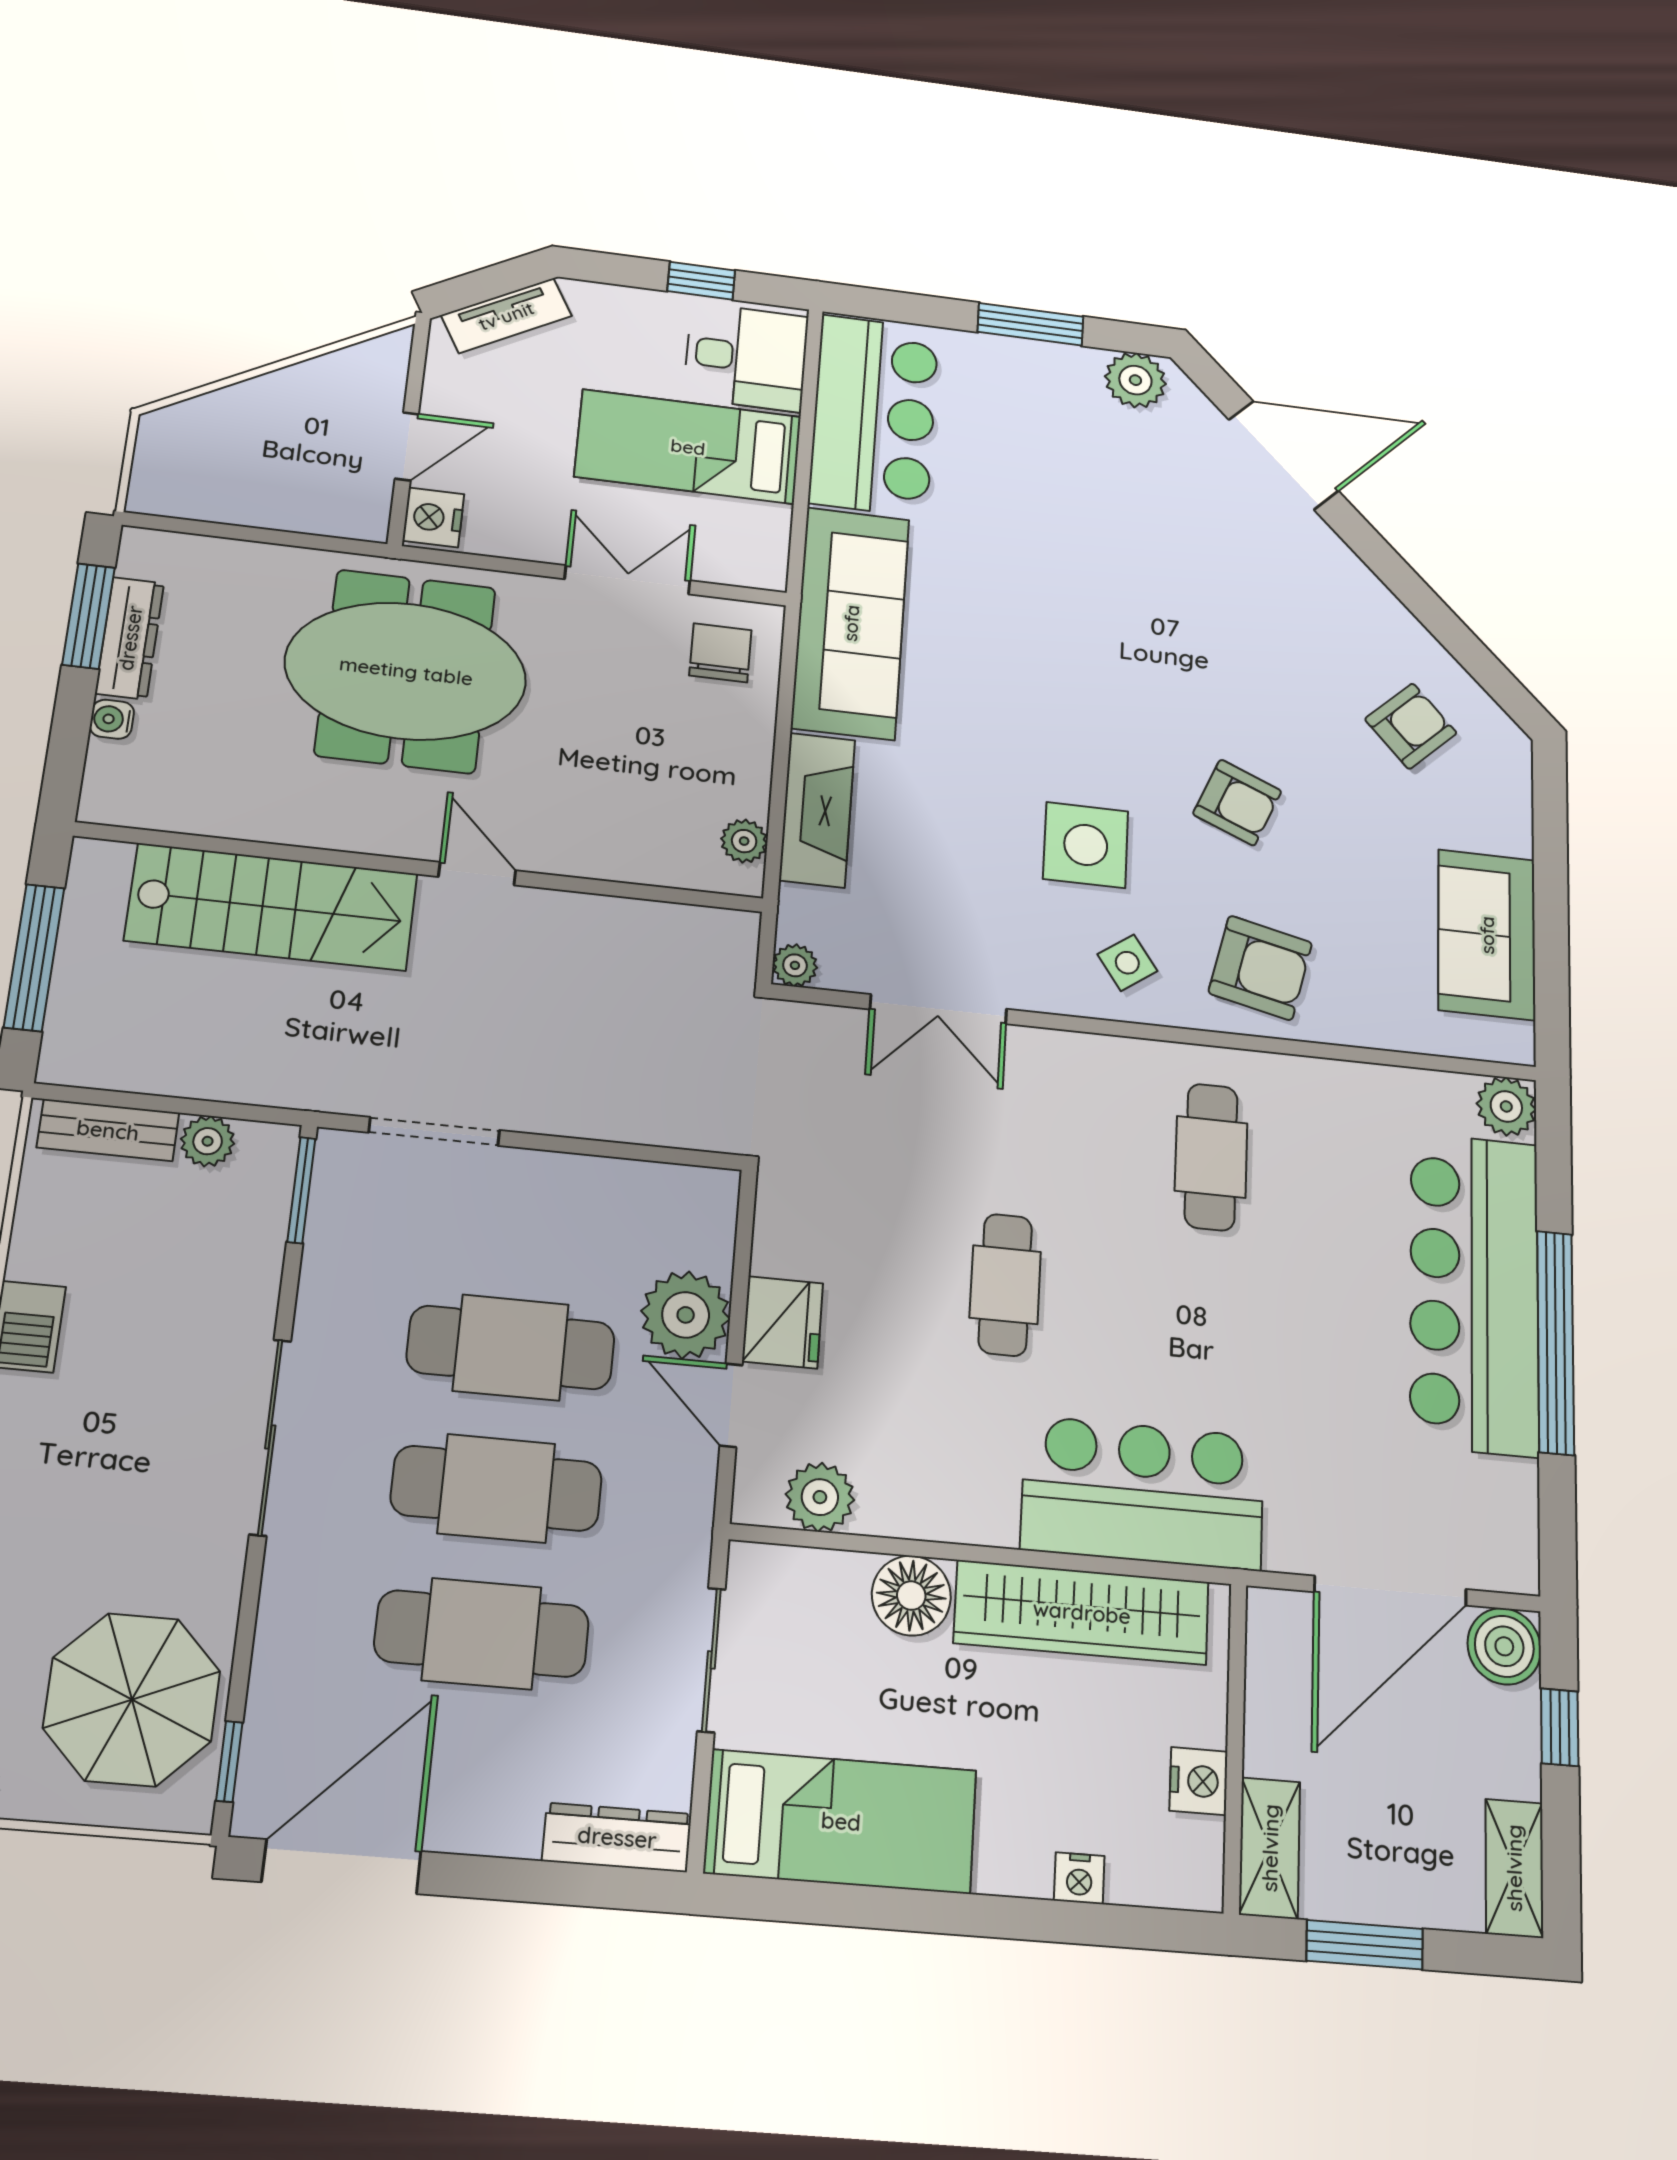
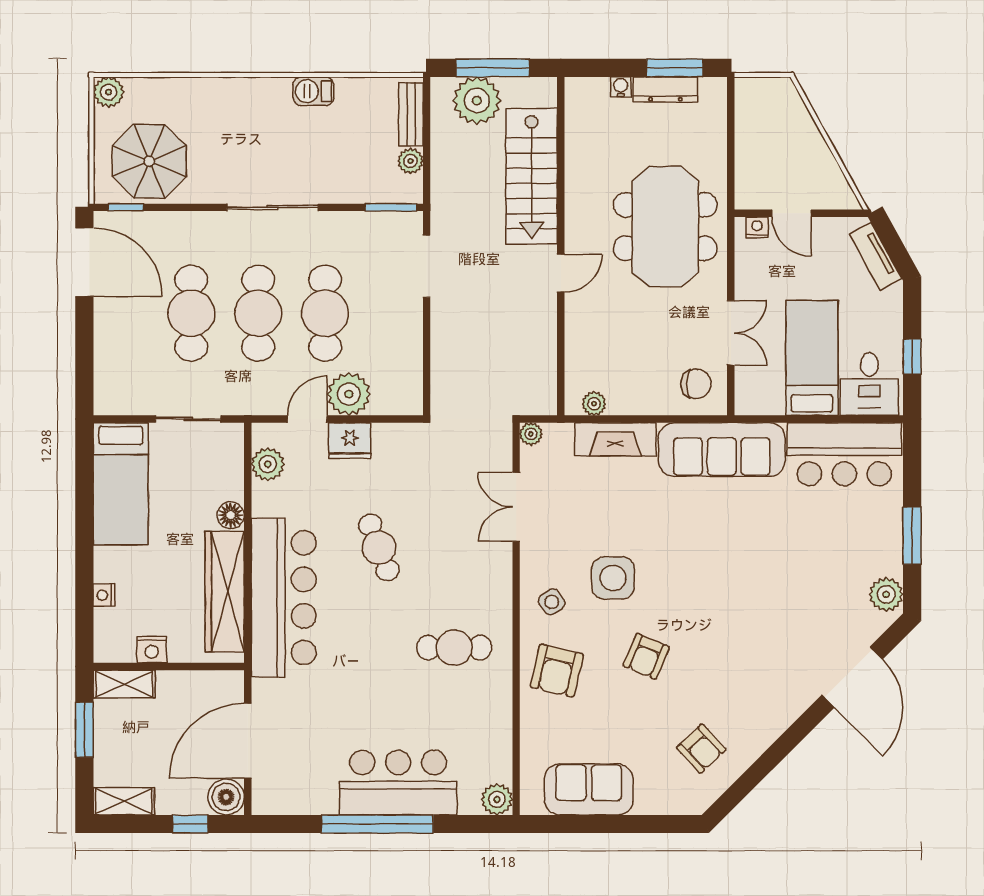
nightstand: (433, 517) -> (757, 227), width x0.72, depth x0.74
plant: (99, 996) -> (477, 101), added
cafe table: (1005, 1285) -> (379, 547), turned 69
bar counter: (1474, 1293) -> (398, 783), width x0.73
bar counter: (1143, 1493) -> (284, 598), width x1.36
door: (1390, 1591) -> (248, 741), hinge flipped
floor lamp: (911, 1596) -> (231, 515), width x0.73, depth x0.73
dresser: (617, 1837) -> (106, 383), removed

